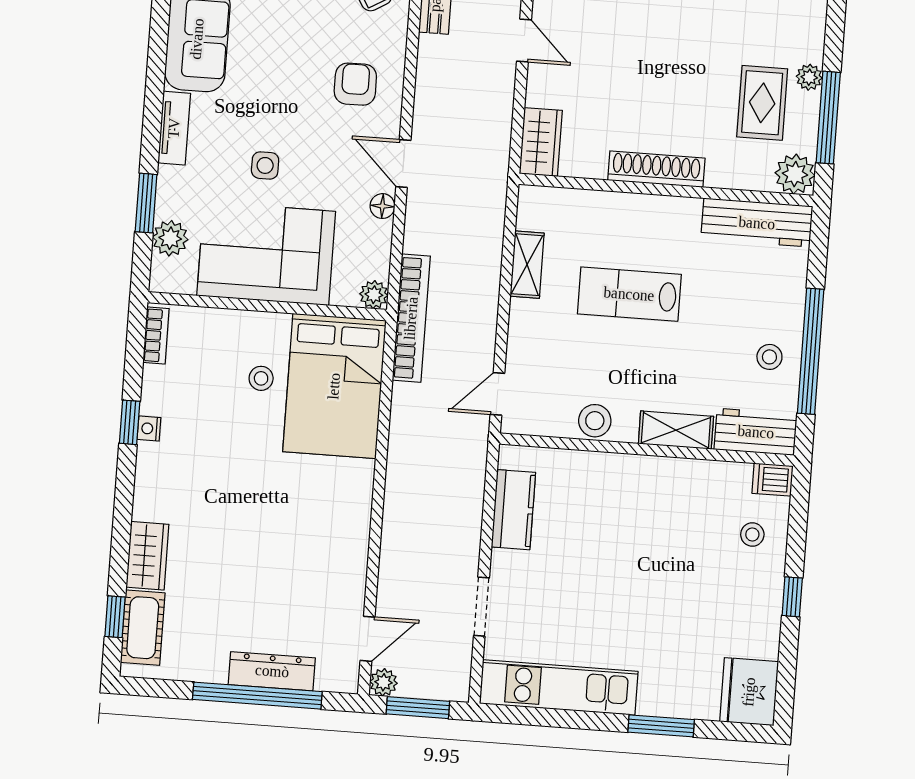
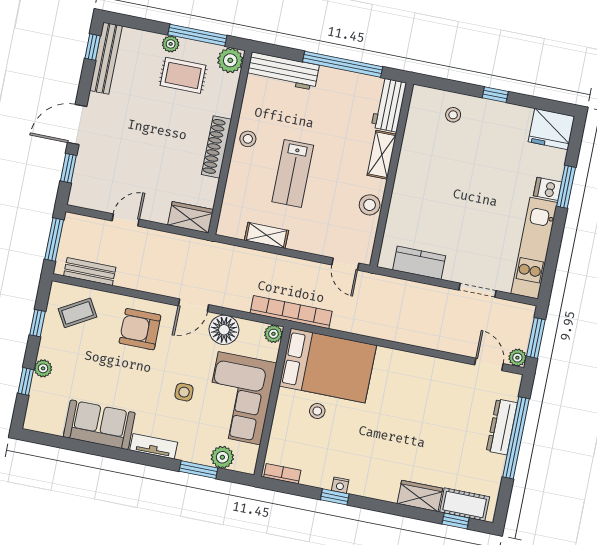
armchair: (355, 84) -> (140, 329), width x1.38, depth x1.38
floor lamp: (382, 206) -> (224, 330), width x1.89, depth x1.89
workbench: (757, 223) -> (283, 71), moved, turned 90
stool: (769, 357) -> (248, 139), moved
dishwasher: (773, 480) -> (547, 189), moved, turned 90

